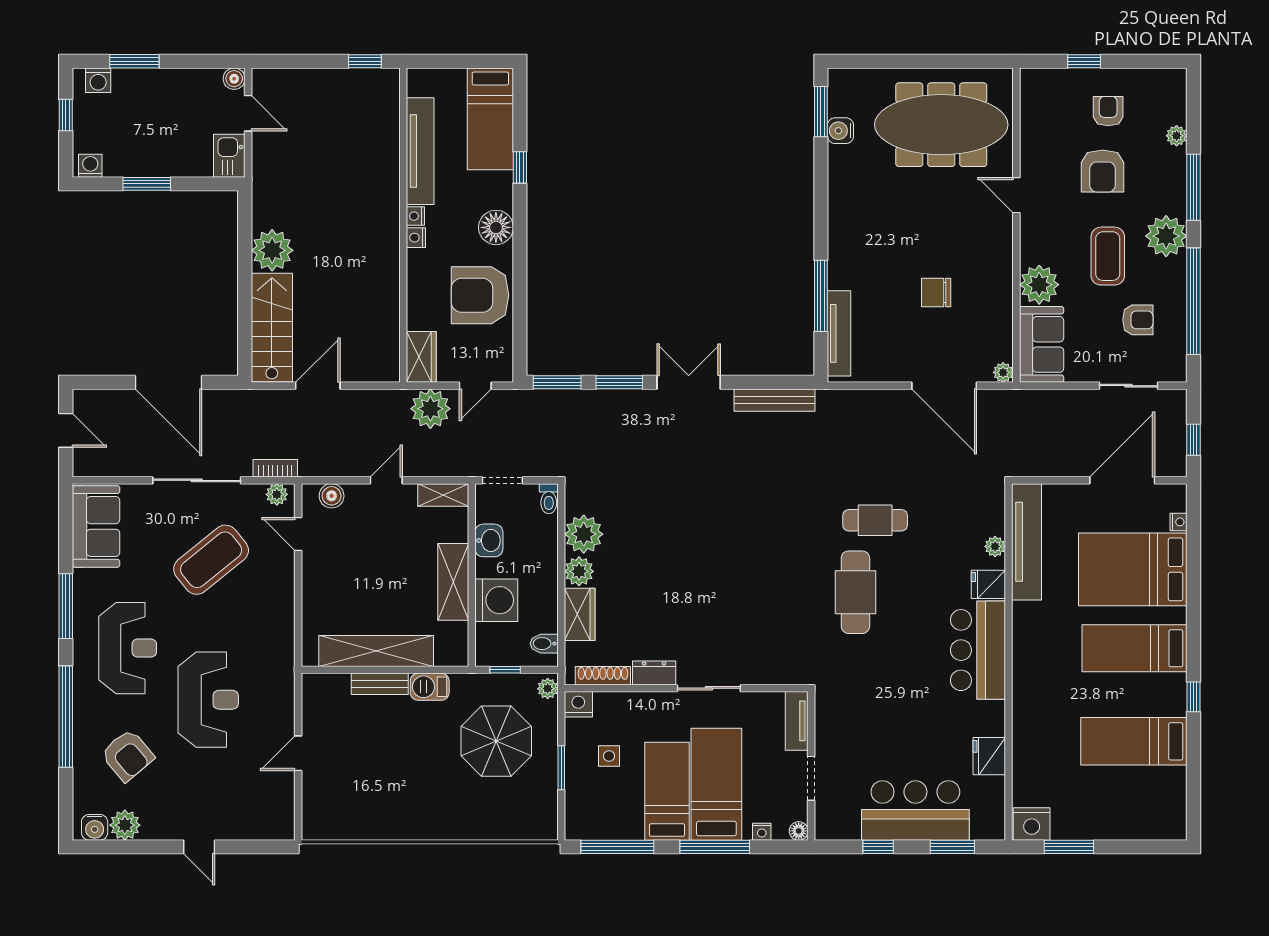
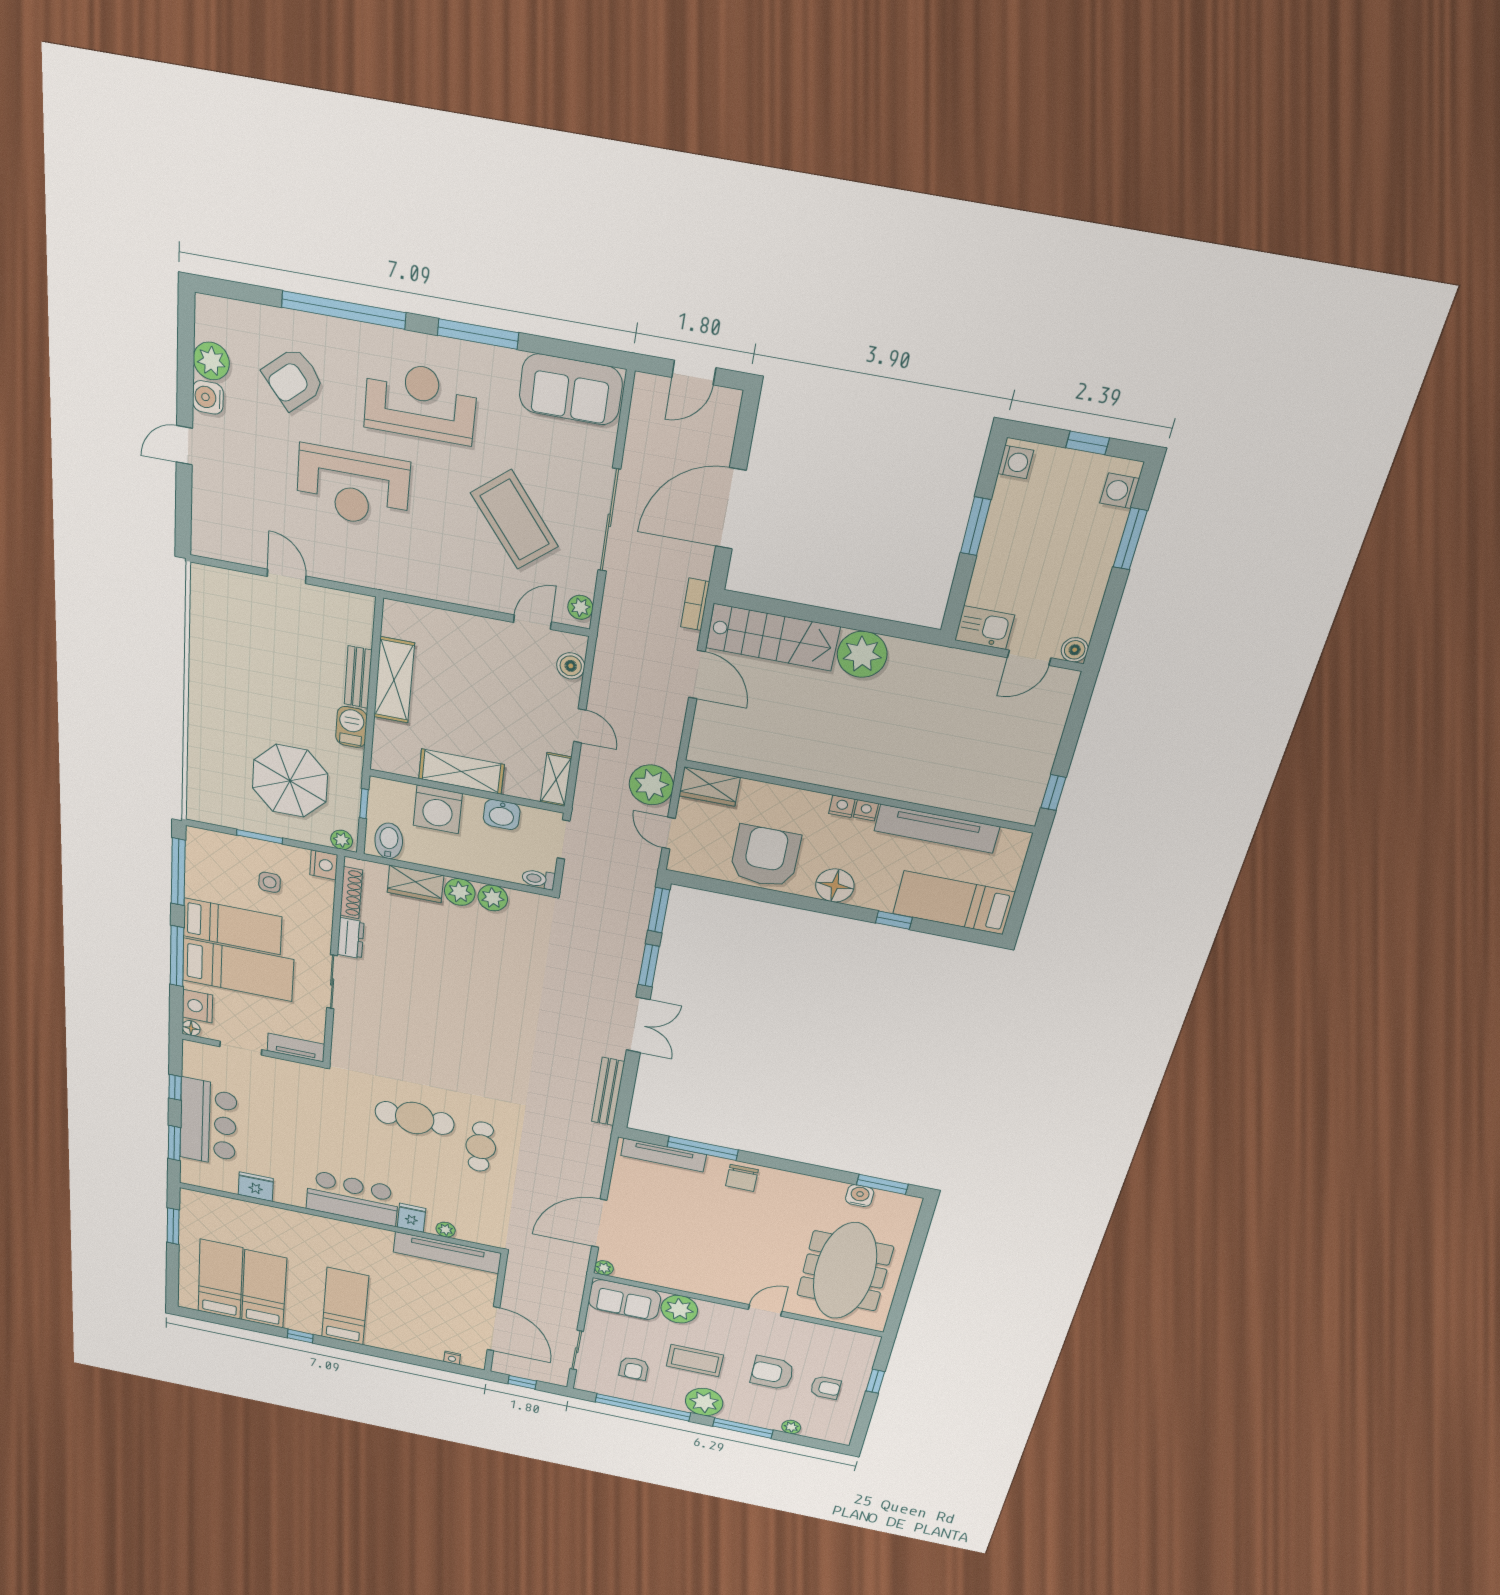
chair: (936, 292) -> (742, 1178), moved, turned 180
bookcase: (275, 468) -> (695, 604), moved, turned 180
plant: (584, 534) -> (493, 898), width x0.73, depth x0.73
bed: (1133, 569) -> (220, 1279), moved, width x0.67
bidet: (544, 644) -> (389, 841), width x1.38, depth x1.36
reception desk: (128, 648) -> (420, 402), turned 180
shelving: (376, 651) -> (394, 680), width x0.68
nightstand: (1032, 824) -> (194, 1204), removed
water cooler: (95, 827) -> (208, 397), moved
nightstand: (762, 832) -> (197, 1006), width x1.89, depth x1.79

